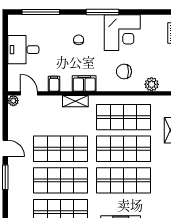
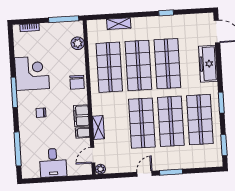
chair: (124, 72) -> (77, 82), moved
filing cabinet: (84, 84) -> (81, 116), moved
shelving: (75, 101) -> (98, 128), moved

